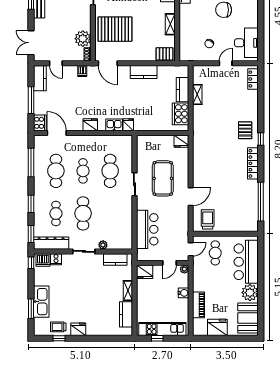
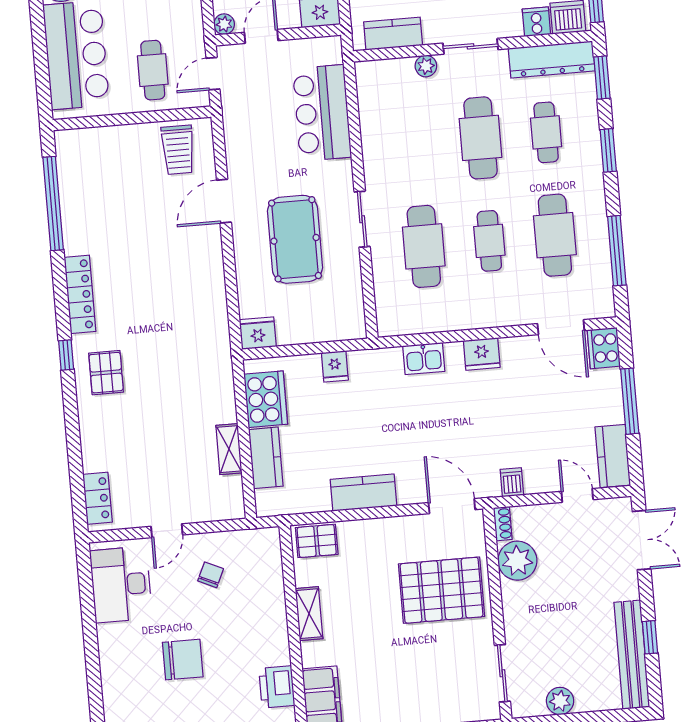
fridge: (128, 125) -> (335, 366), moved

